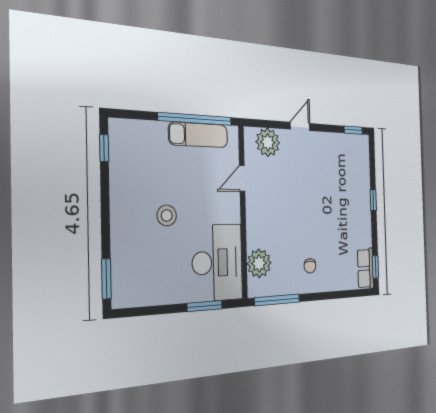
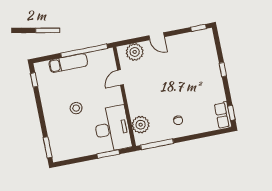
door: (300, 126) -> (157, 36), swing flipped
exam couch: (198, 135) -> (68, 63), moved

